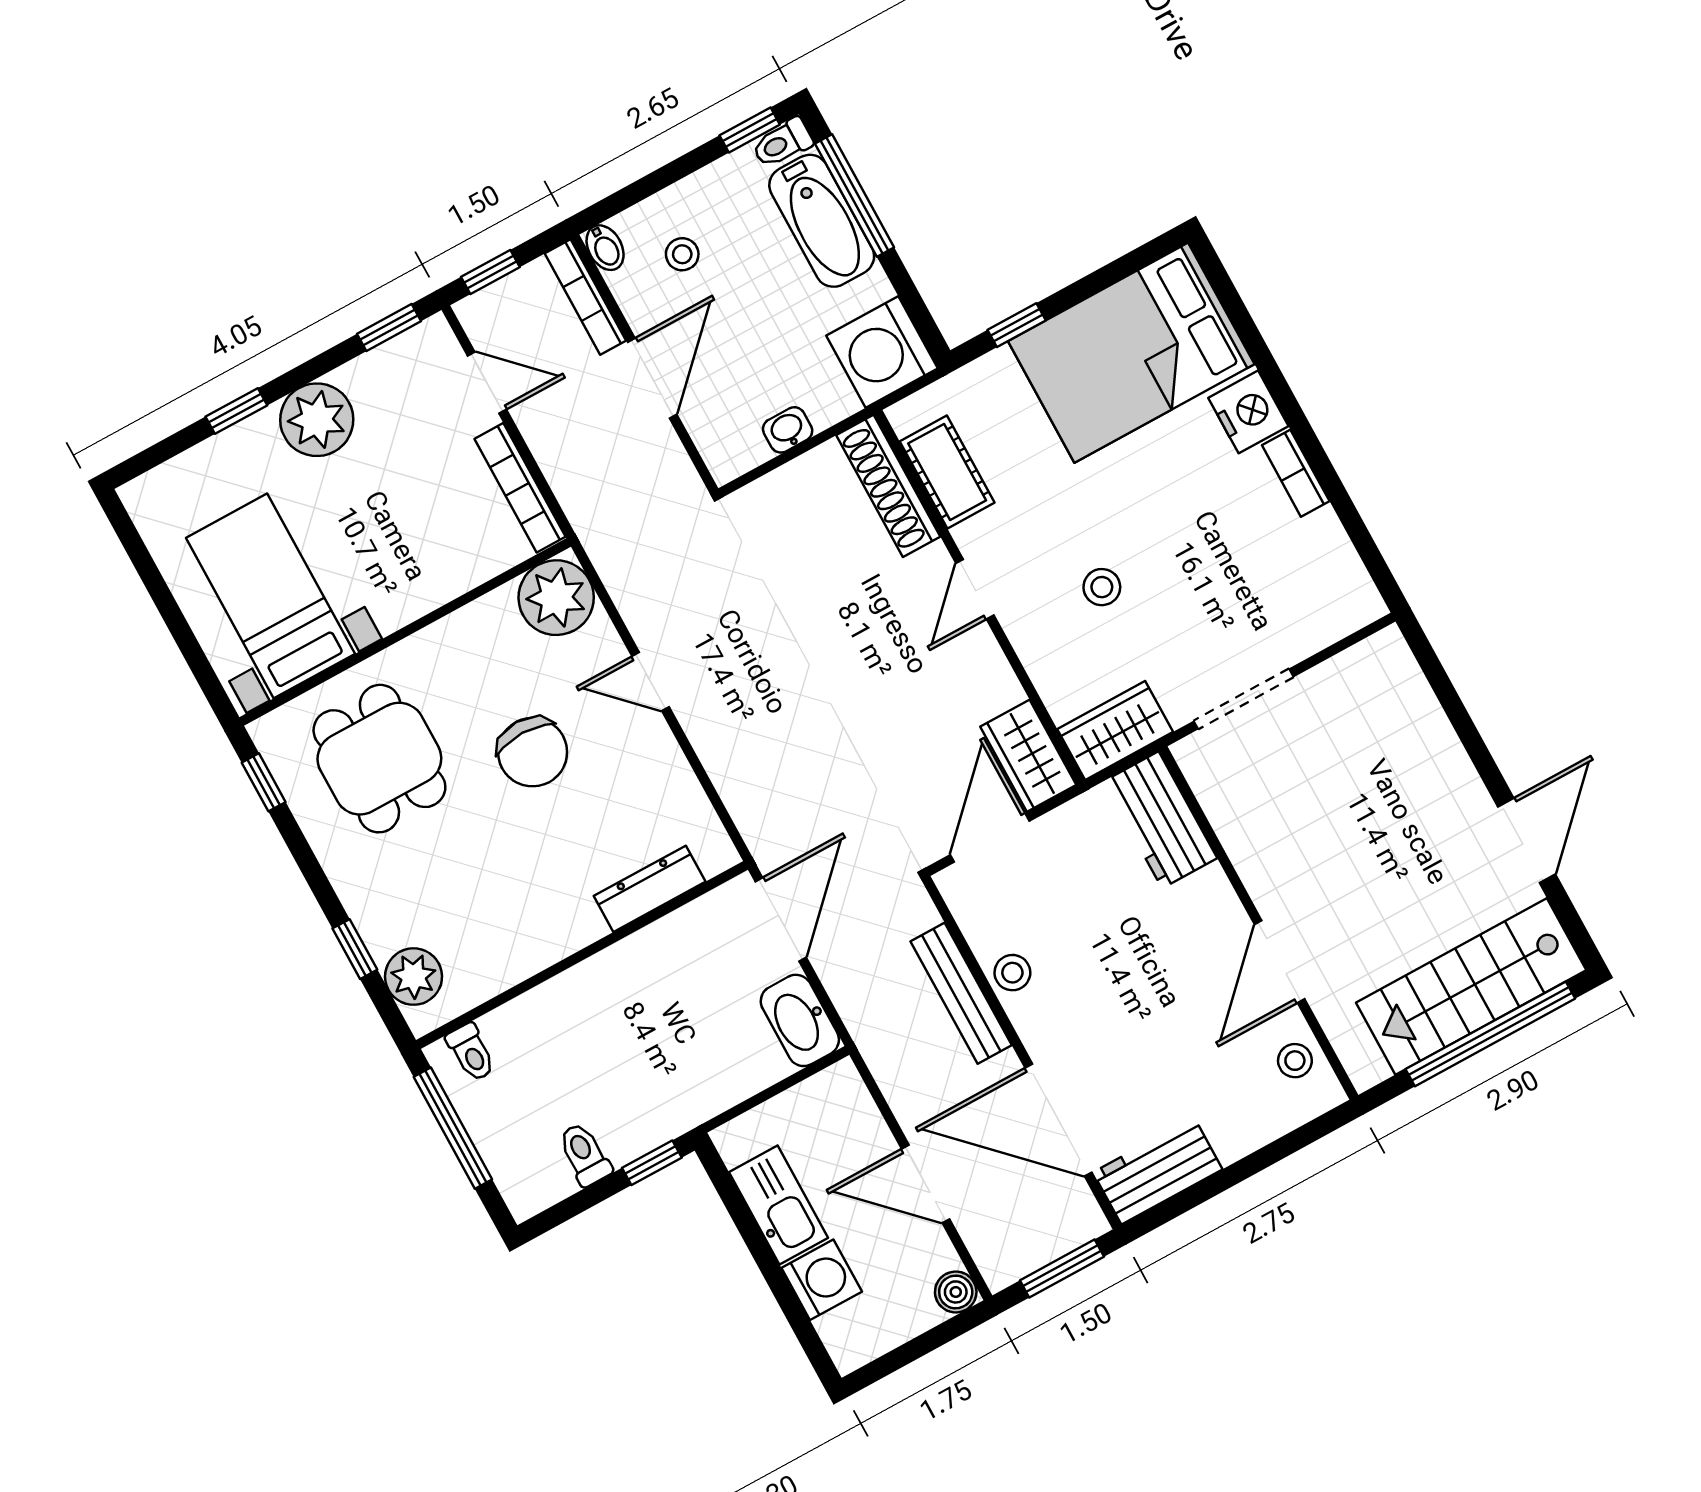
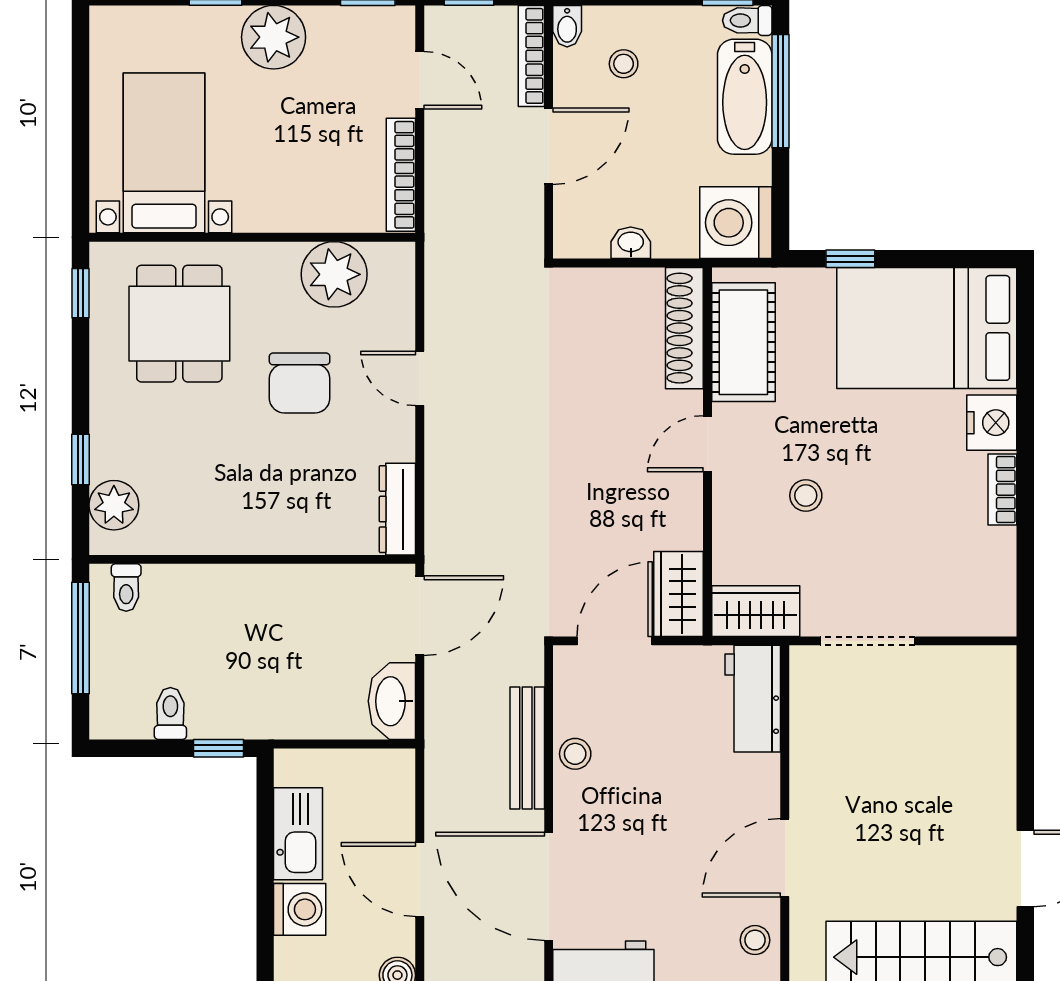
cot: (947, 472) -> (743, 342), width x1.37, depth x1.34
plant: (556, 598) -> (334, 274), moved
dresser: (650, 889) -> (397, 509), moved, turned -90

